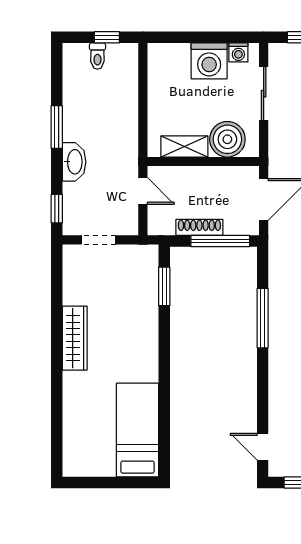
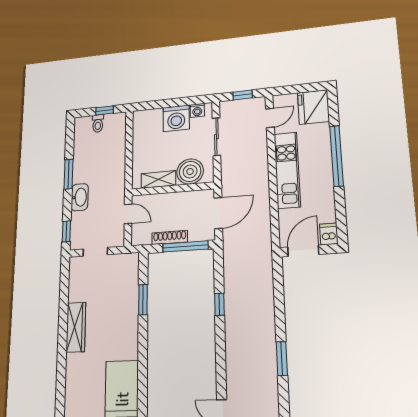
window: (164, 286) -> (143, 300), moved
window: (263, 318) -> (219, 304), width x0.46

